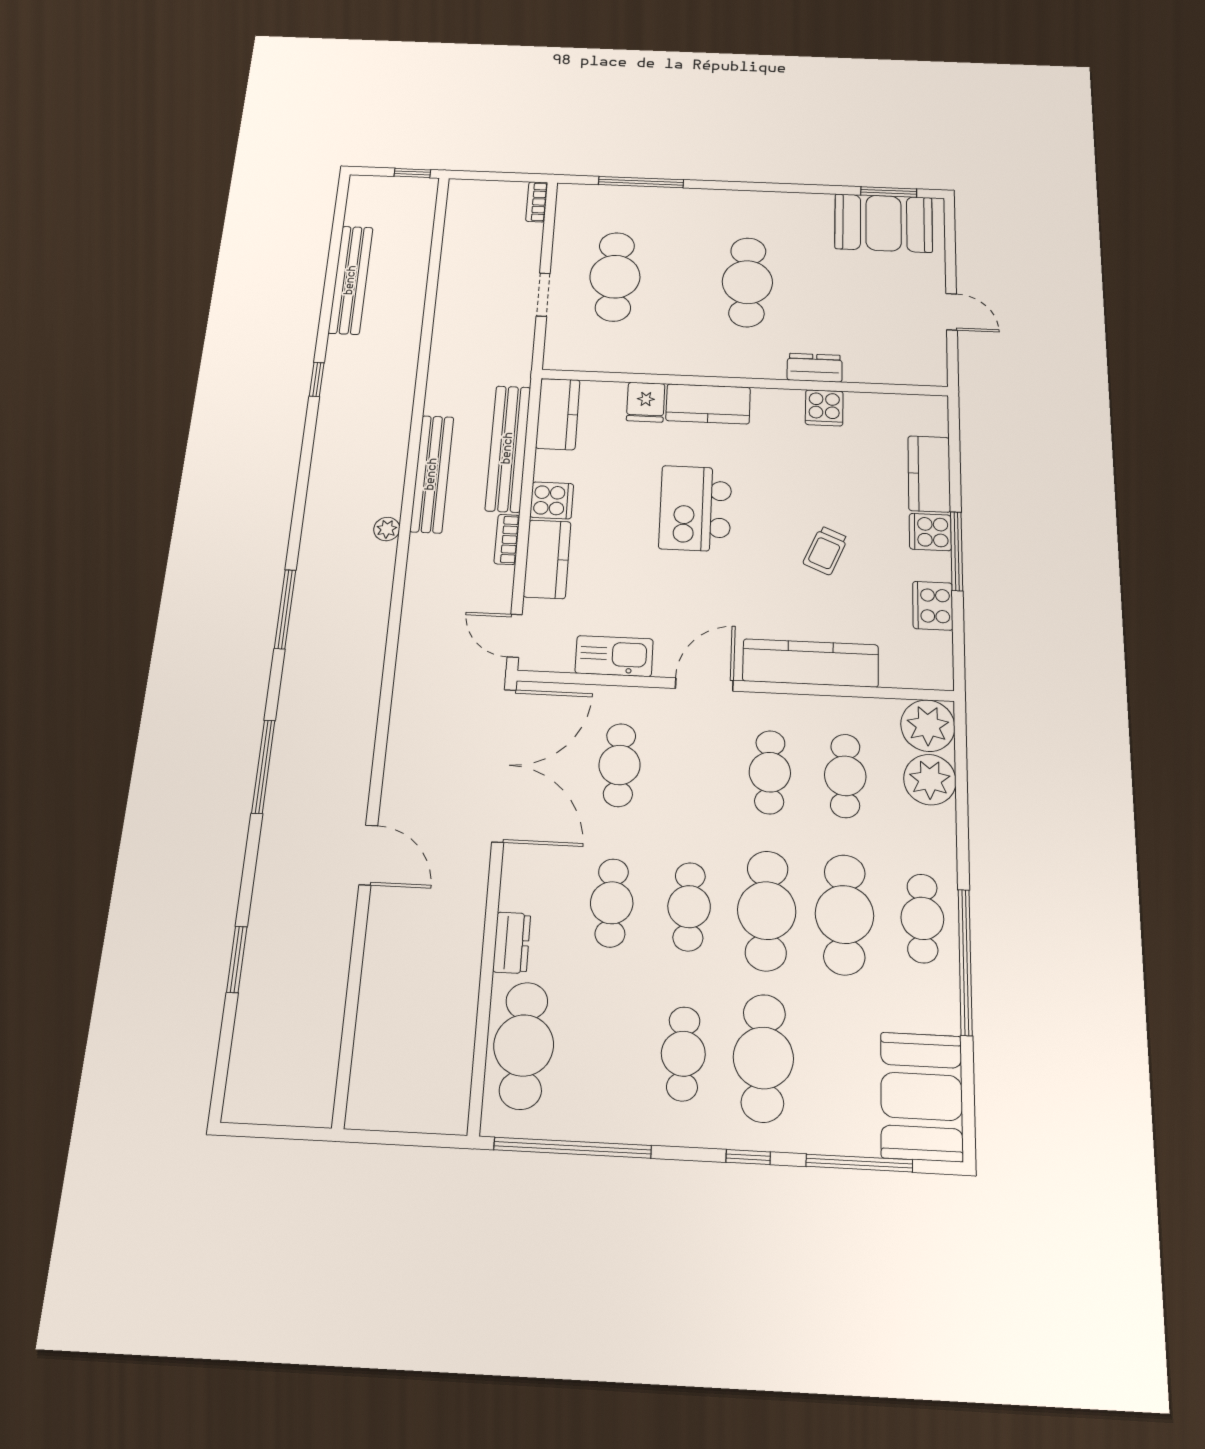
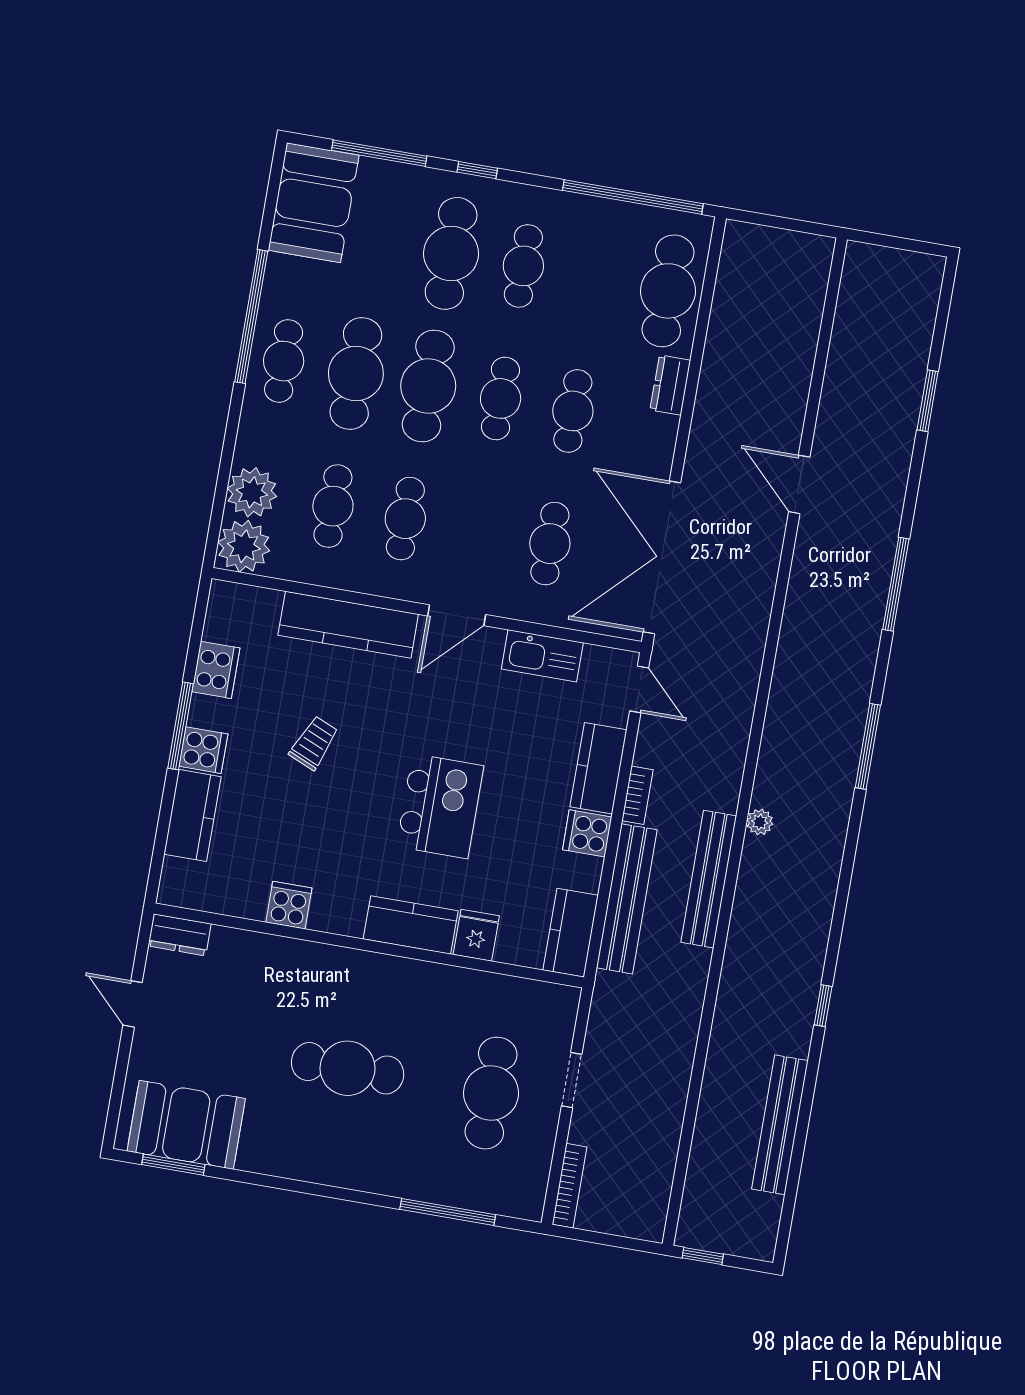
bookcase: (537, 202) -> (569, 1186), width x1.56
cafe table: (747, 282) -> (348, 1068), turned 90
dresser: (815, 368) -> (180, 935), moved

